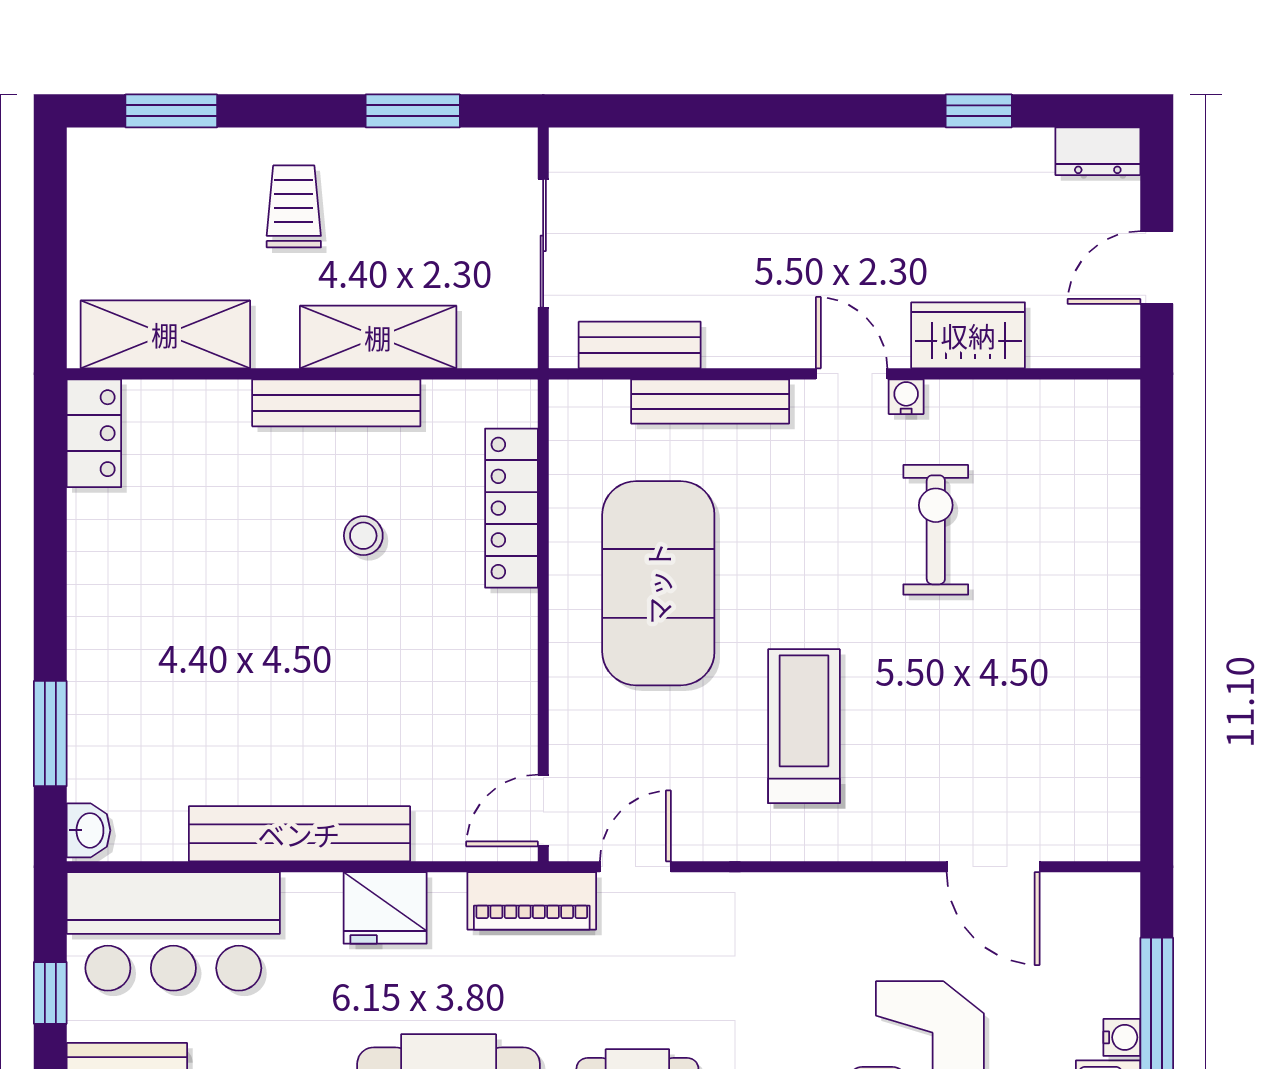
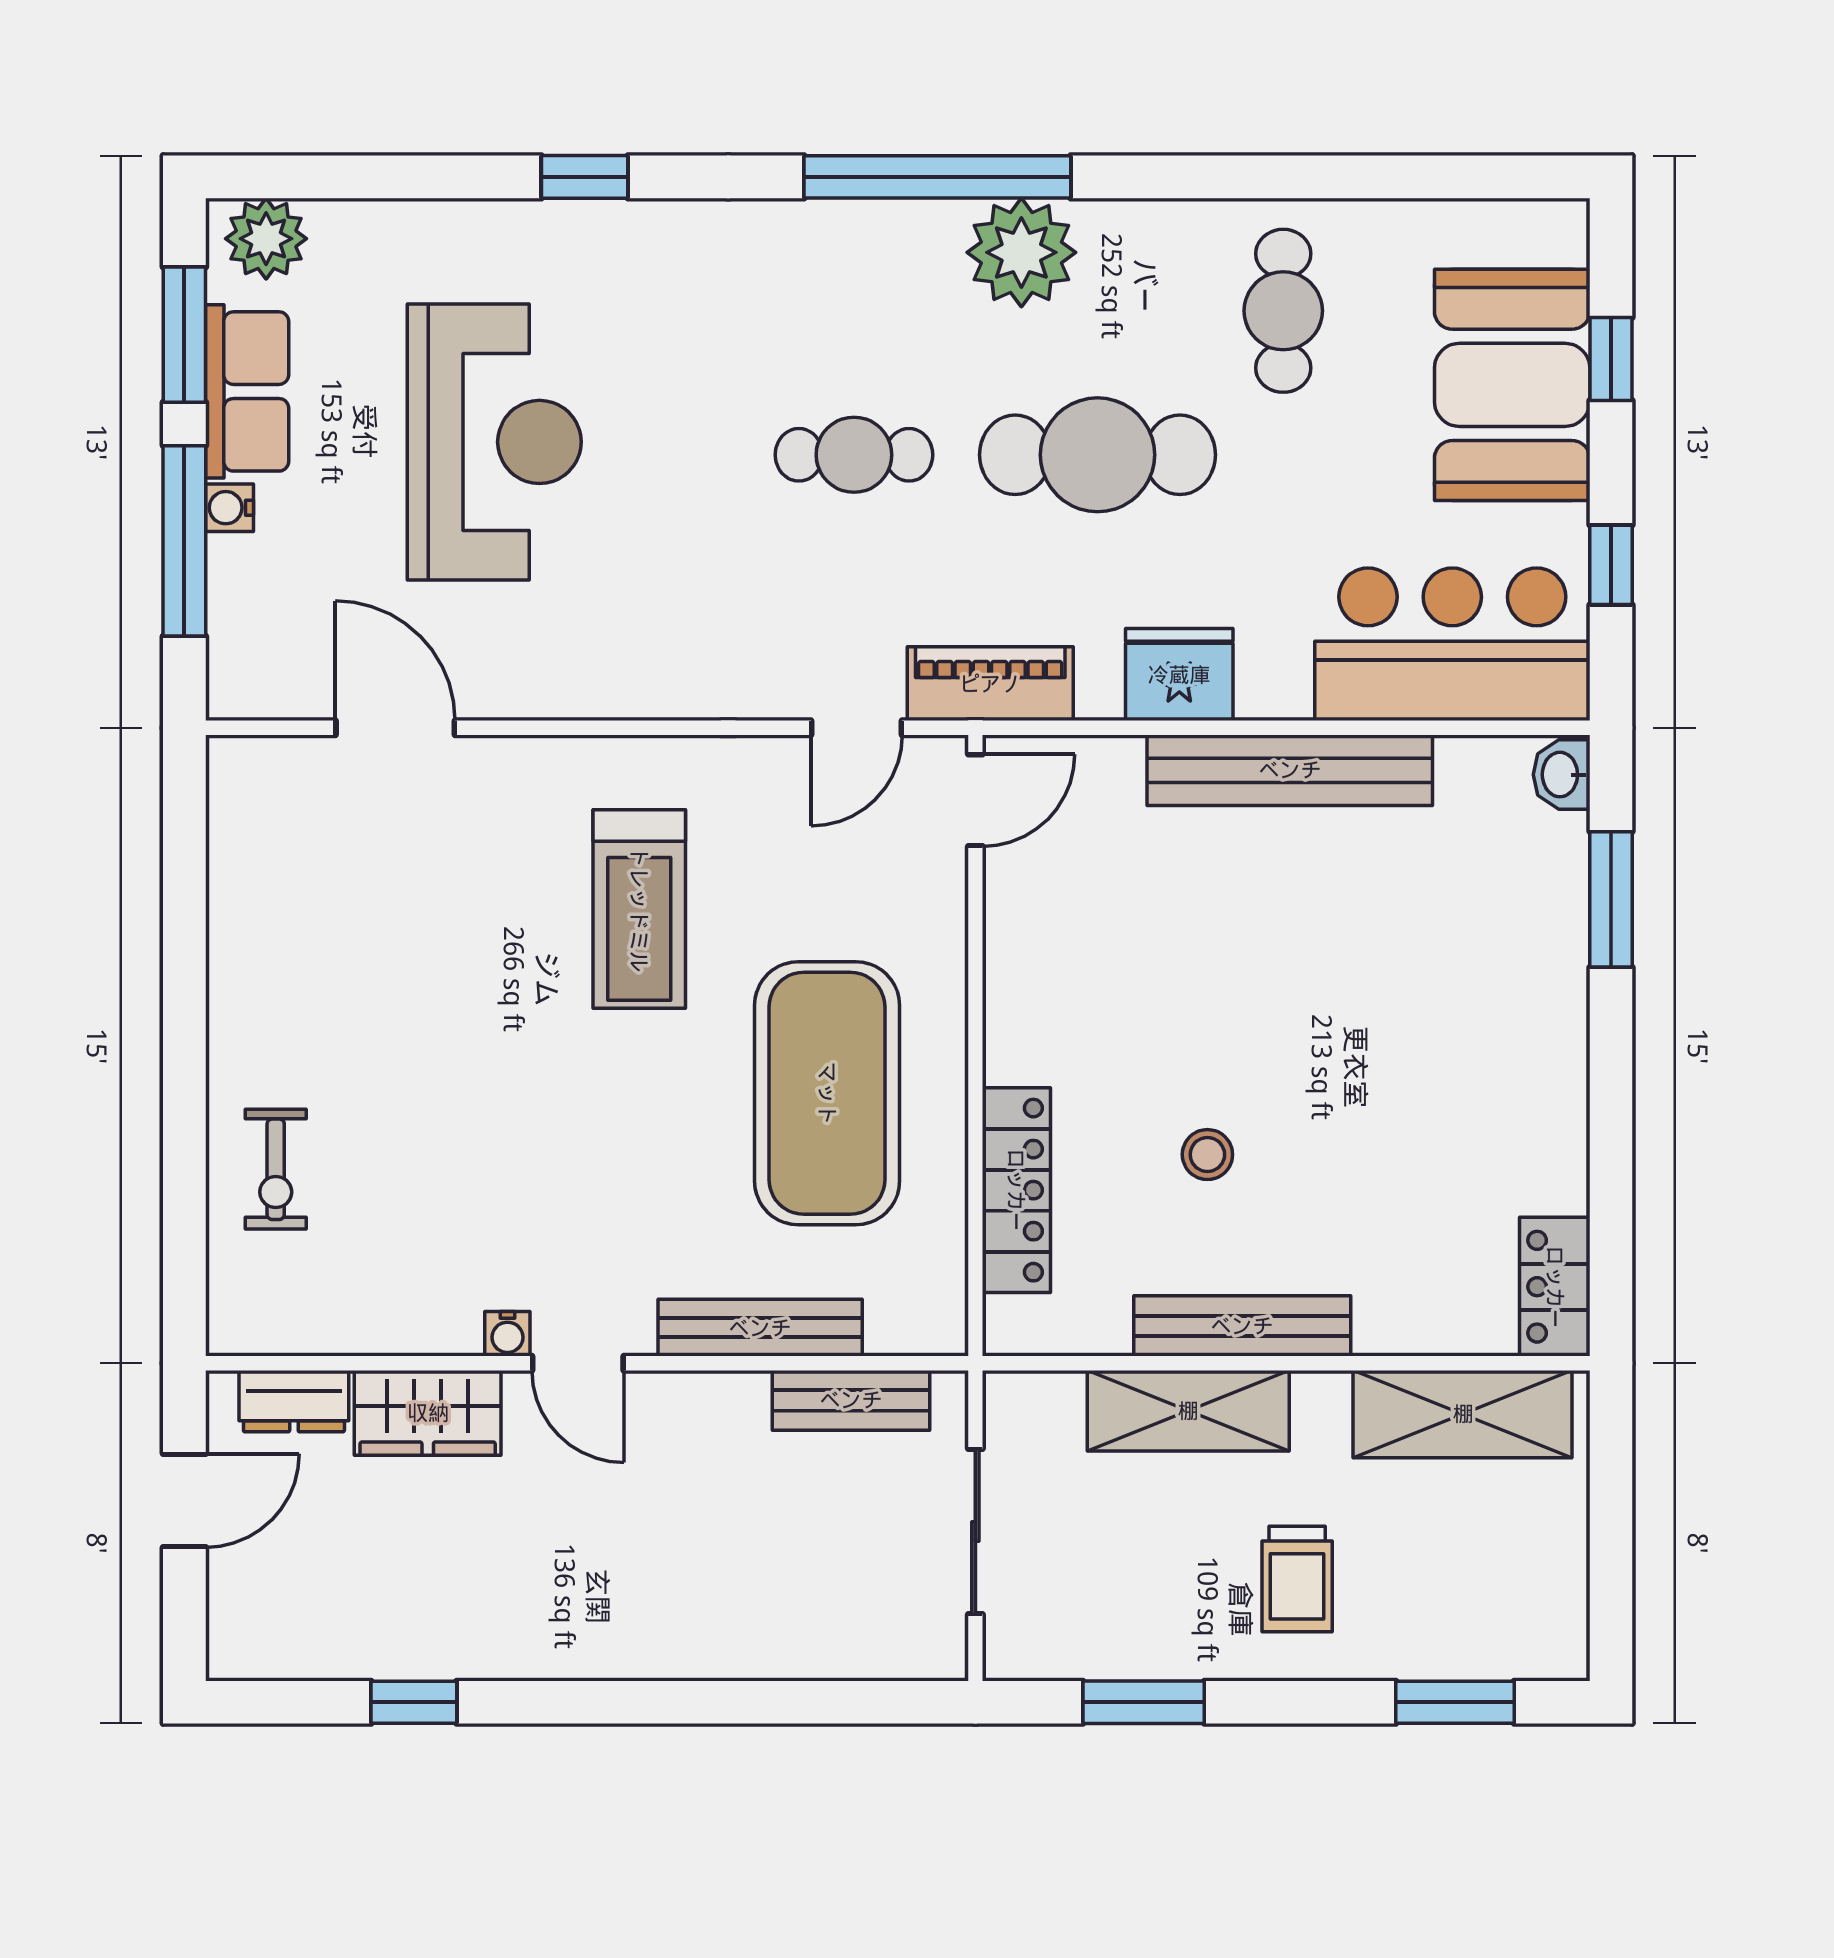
dresser: (1098, 151) -> (294, 1401), moved, turned 180
exercise bike: (936, 530) -> (276, 1169), moved, width x0.73, depth x0.72

